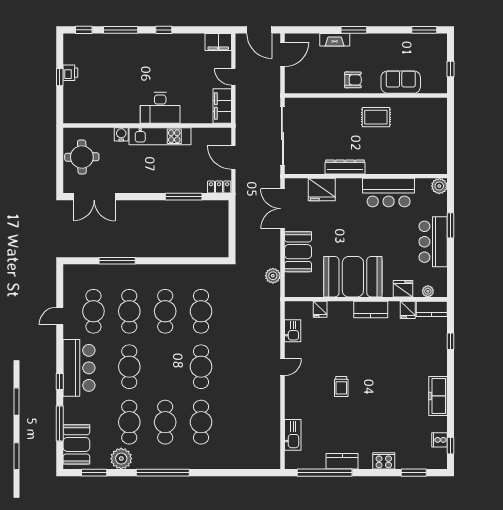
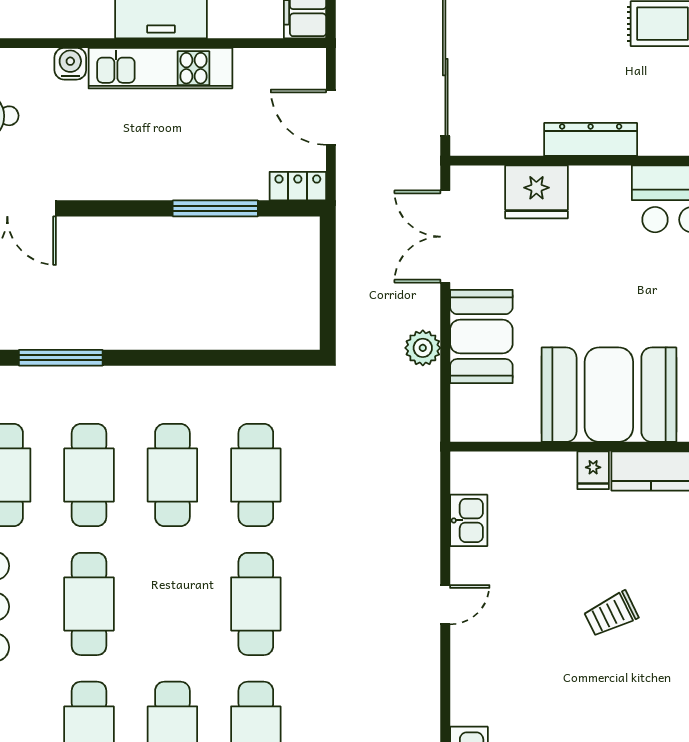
plant: (273, 276) -> (423, 348), moved
fridge: (320, 309) -> (593, 470), moved
trolley: (341, 387) -> (611, 614), moved, turned 64

